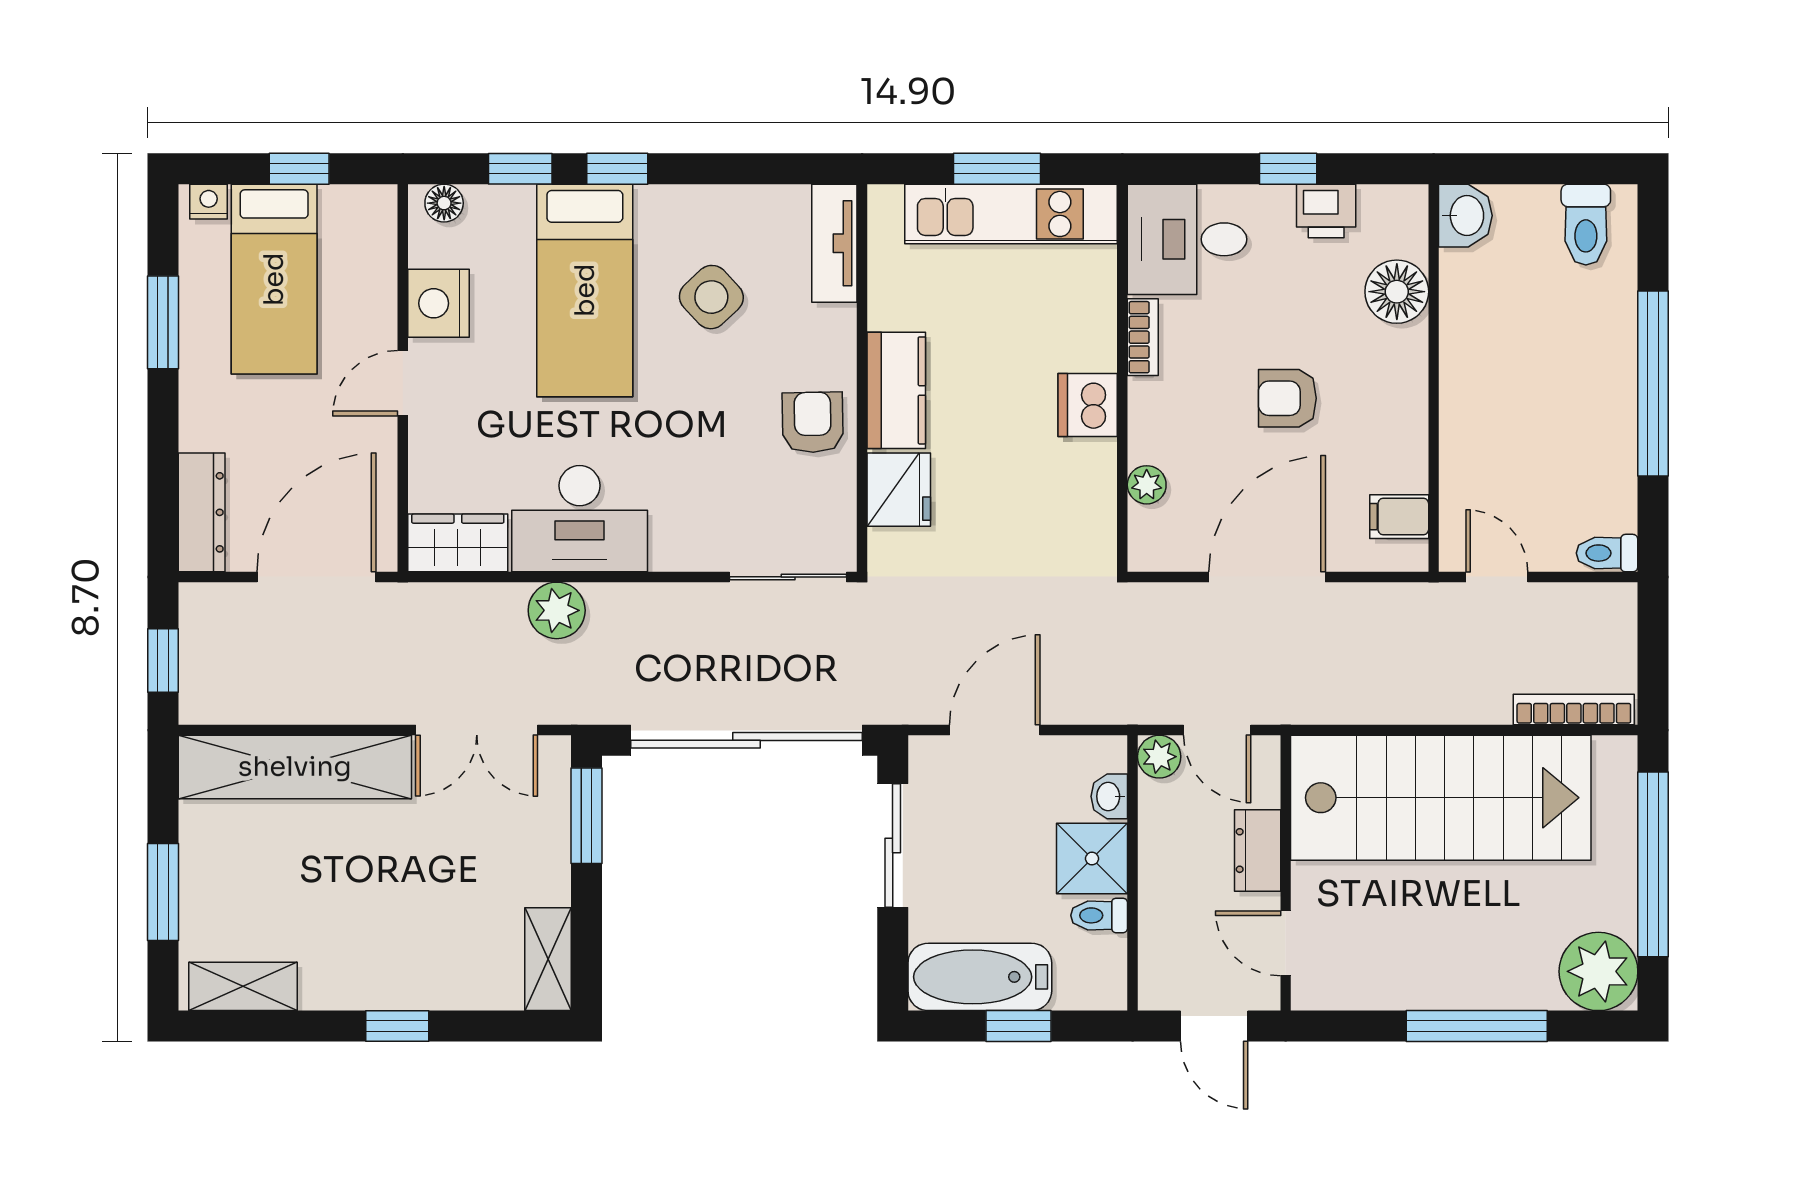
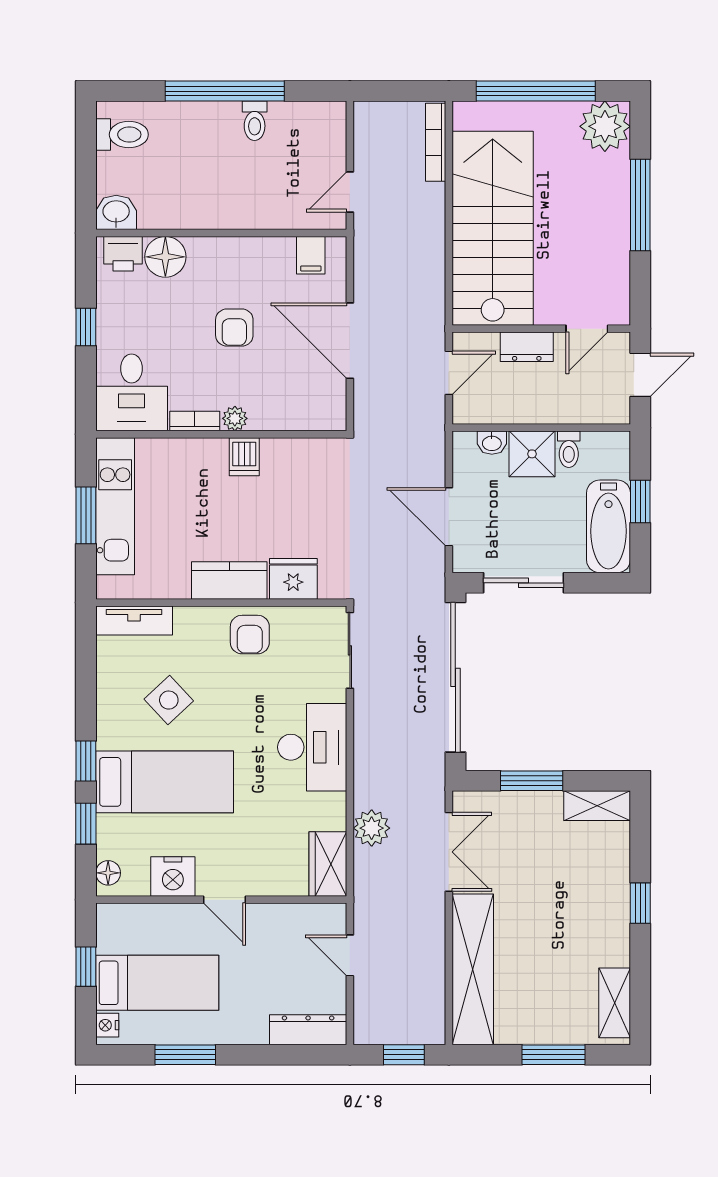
printer: (1326, 211) -> (123, 254), moved, turned 90
dishwasher: (1088, 405) -> (244, 457), width x0.73
armchair: (813, 422) -> (250, 635), turned -89
plant: (1147, 485) -> (235, 418), moved
desk: (580, 519) -> (312, 747), moved
toilet: (1607, 553) -> (255, 121), moved
door: (316, 577) -> (350, 955), width x0.53
plant: (557, 610) -> (372, 828), moved
plant: (1159, 757) -> (466, 410), removed
window: (587, 816) -> (532, 781), moved

